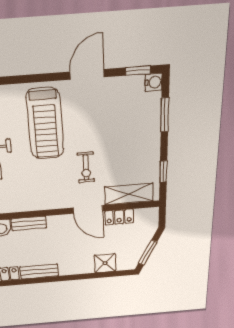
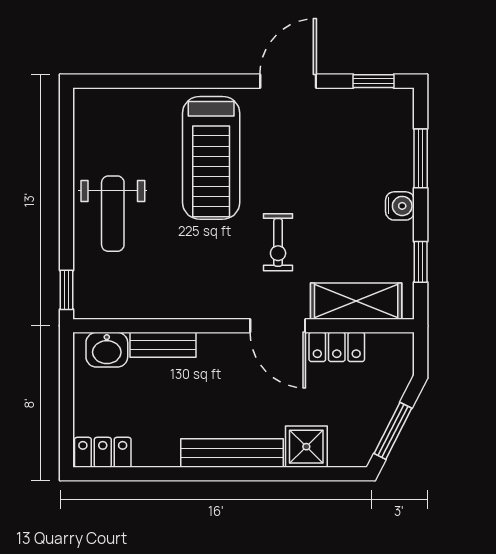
water cooler: (154, 82) -> (400, 206), moved
bench: (39, 272) -> (232, 453), moved, width x1.36

